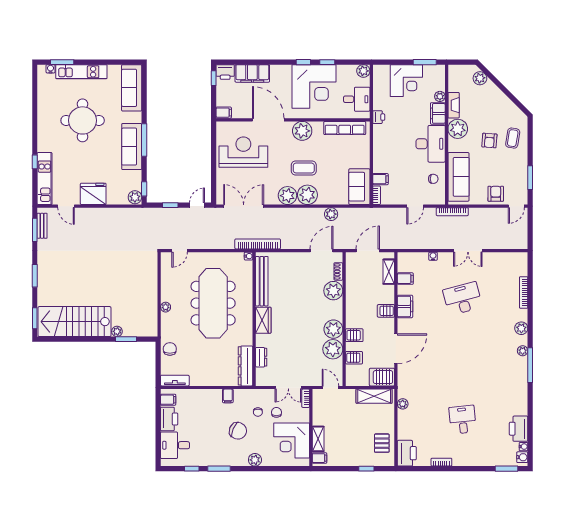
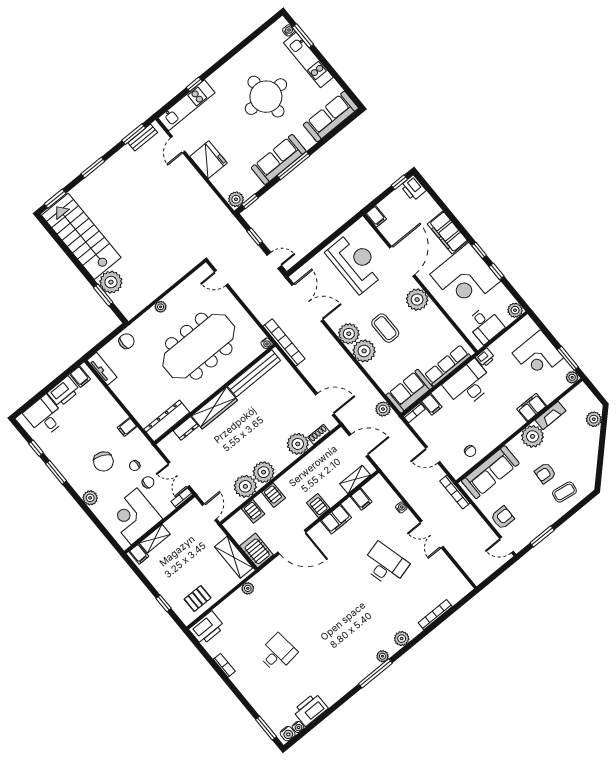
filing cabinet: (252, 73) -> (448, 233), moved
plant: (440, 96) -> (572, 377), moved
row of seats: (345, 128) -> (447, 365), moved, turned 90
desk: (431, 144) -> (468, 384), moved, turned 180
plant: (331, 214) -> (383, 409), moved
wardrobe: (263, 320) -> (214, 408), width x1.50
plant: (117, 331) -> (111, 282), width x1.88, depth x1.88

